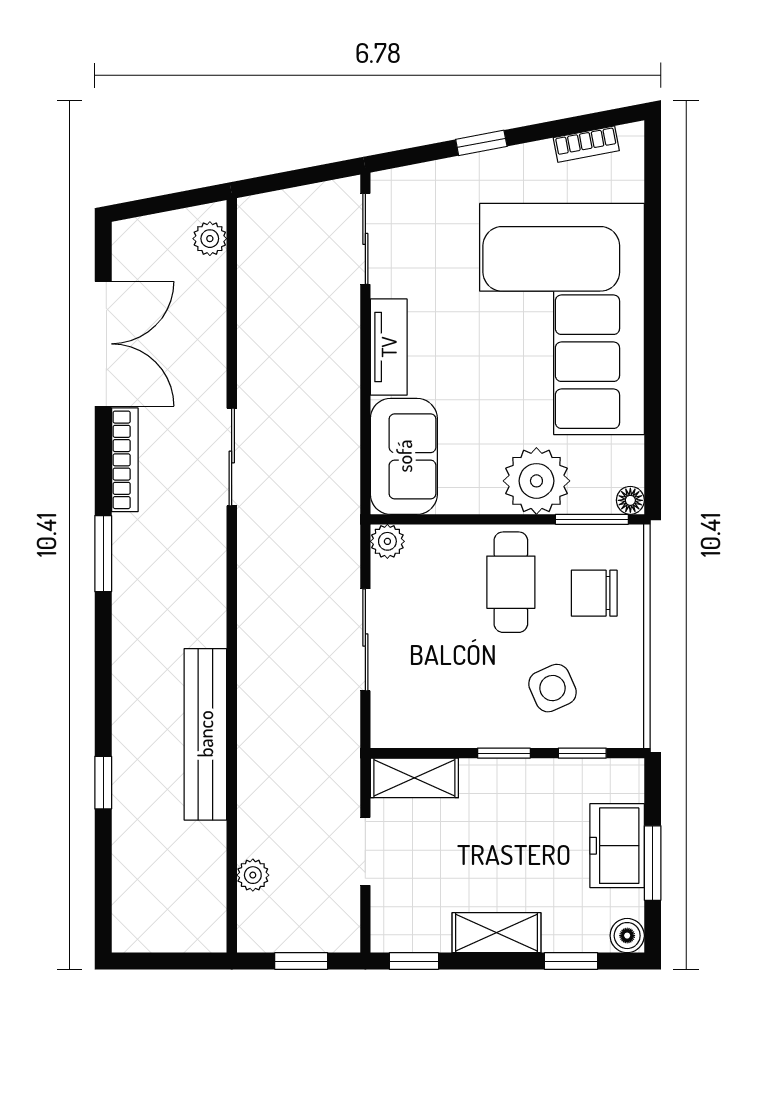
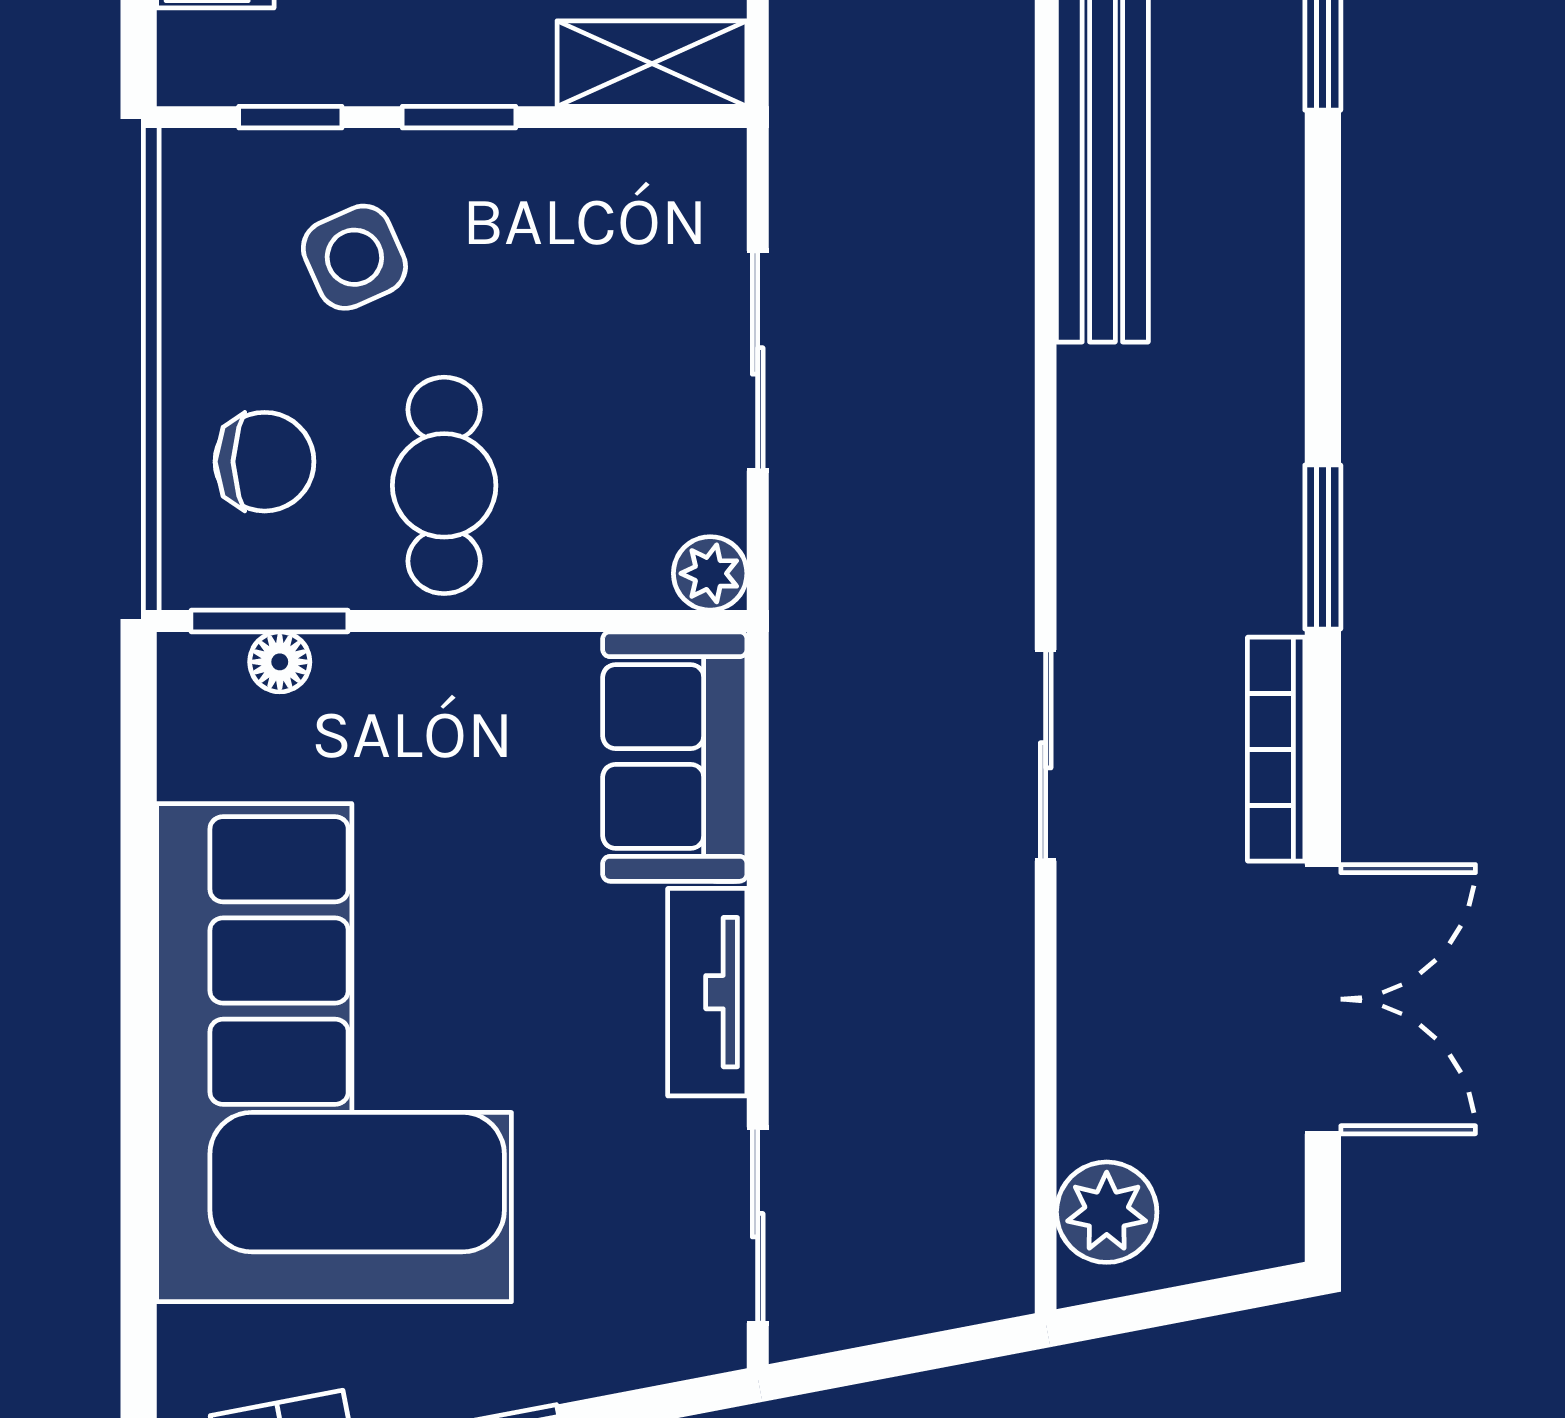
plant: (210, 239) -> (1107, 1212), width x1.38, depth x1.38
double door: (103, 344) -> (1323, 999), swing flipped
plant: (536, 481) -> (389, 704), removed
floor lamp: (630, 500) -> (280, 662), moved

